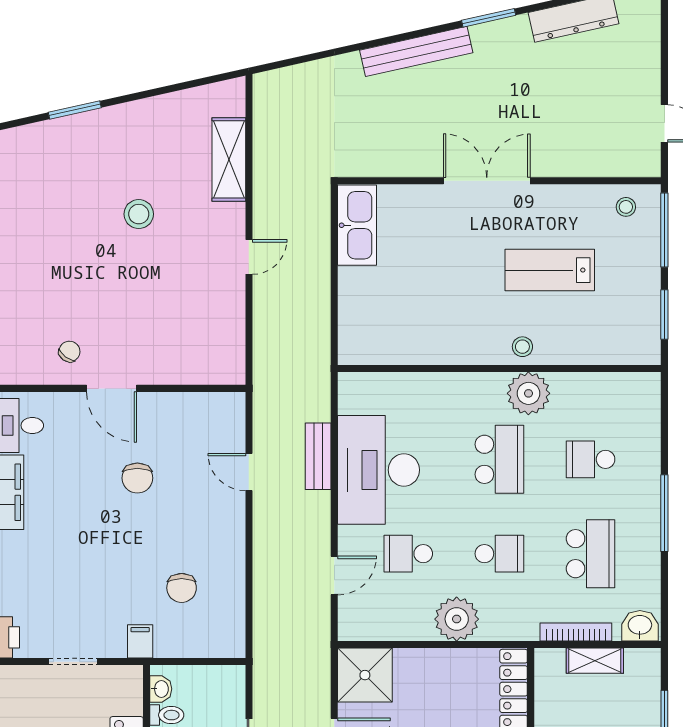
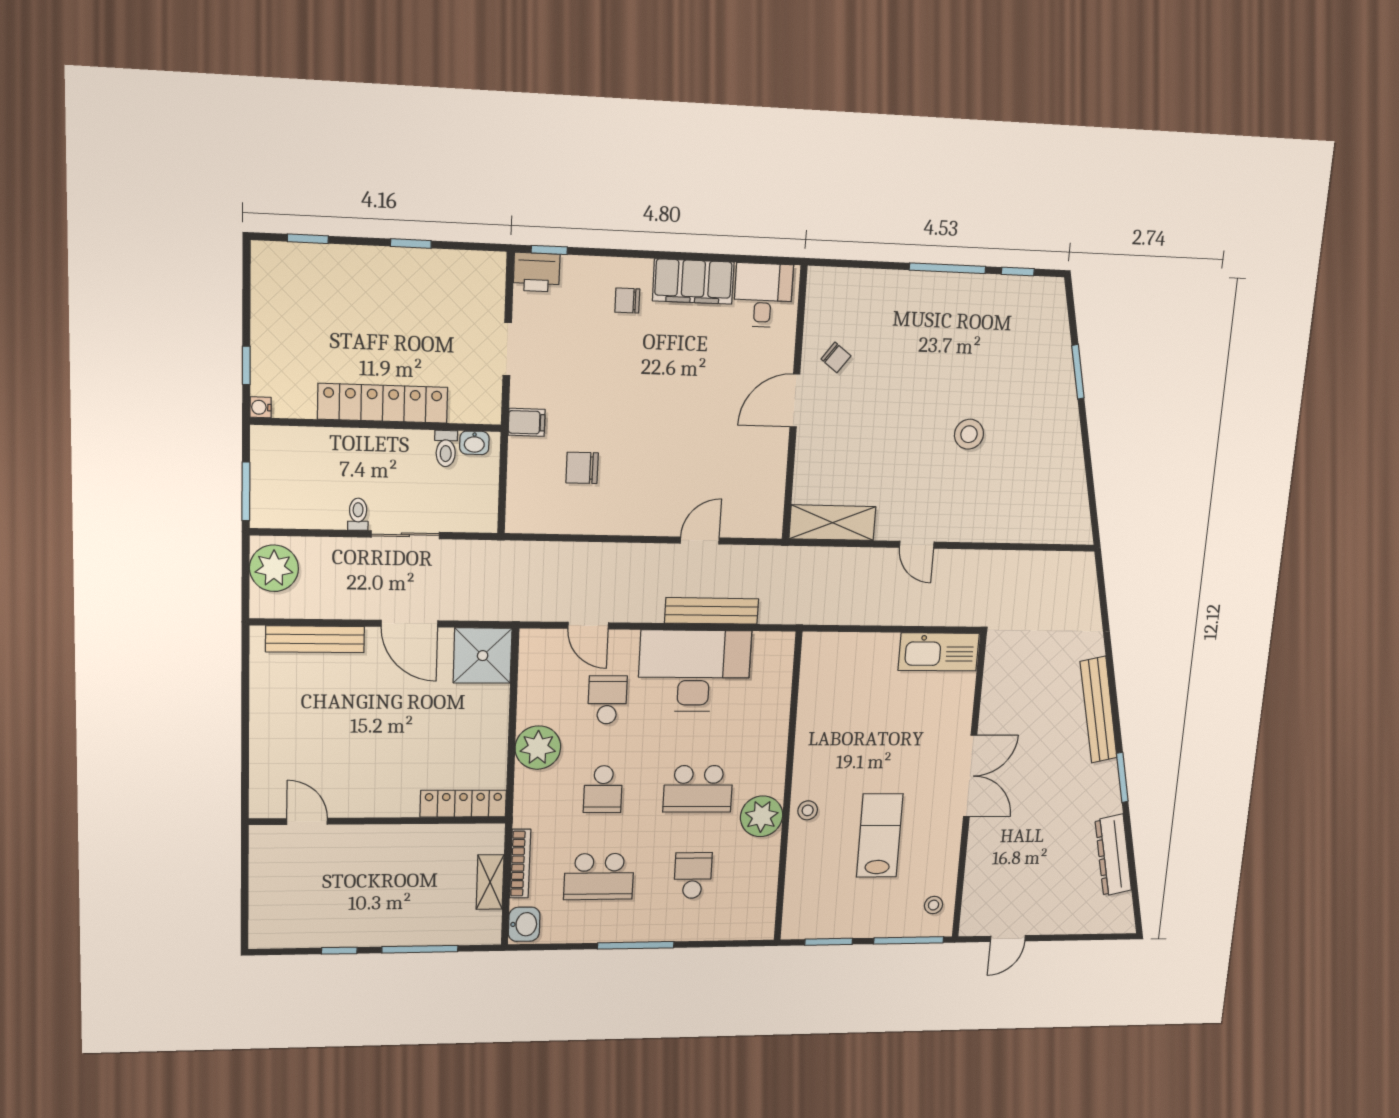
shelving: (229, 159) -> (832, 523), moved
bench: (318, 456) -> (712, 611), width x1.36
chair: (137, 478) -> (627, 301), moved, width x0.73, depth x0.73

